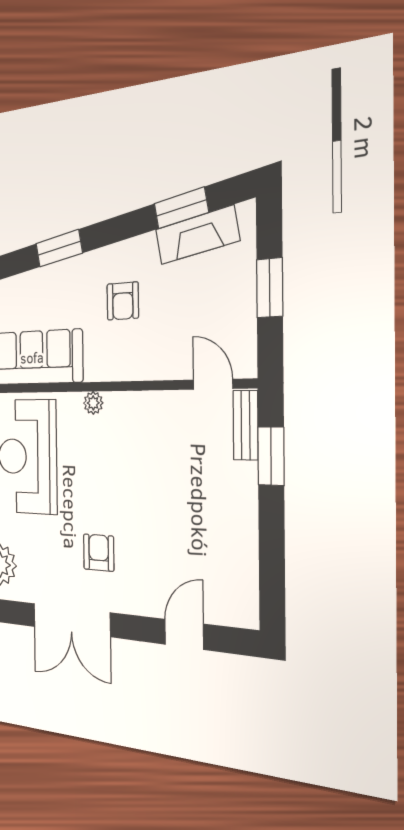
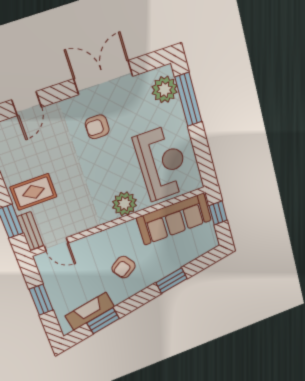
armchair: (123, 301) -> (124, 267), turned -124
plant: (93, 403) -> (124, 204), width x1.87, depth x1.87
rug: (219, 491) -> (33, 192), added
armchair: (99, 553) -> (97, 127), turned 90

